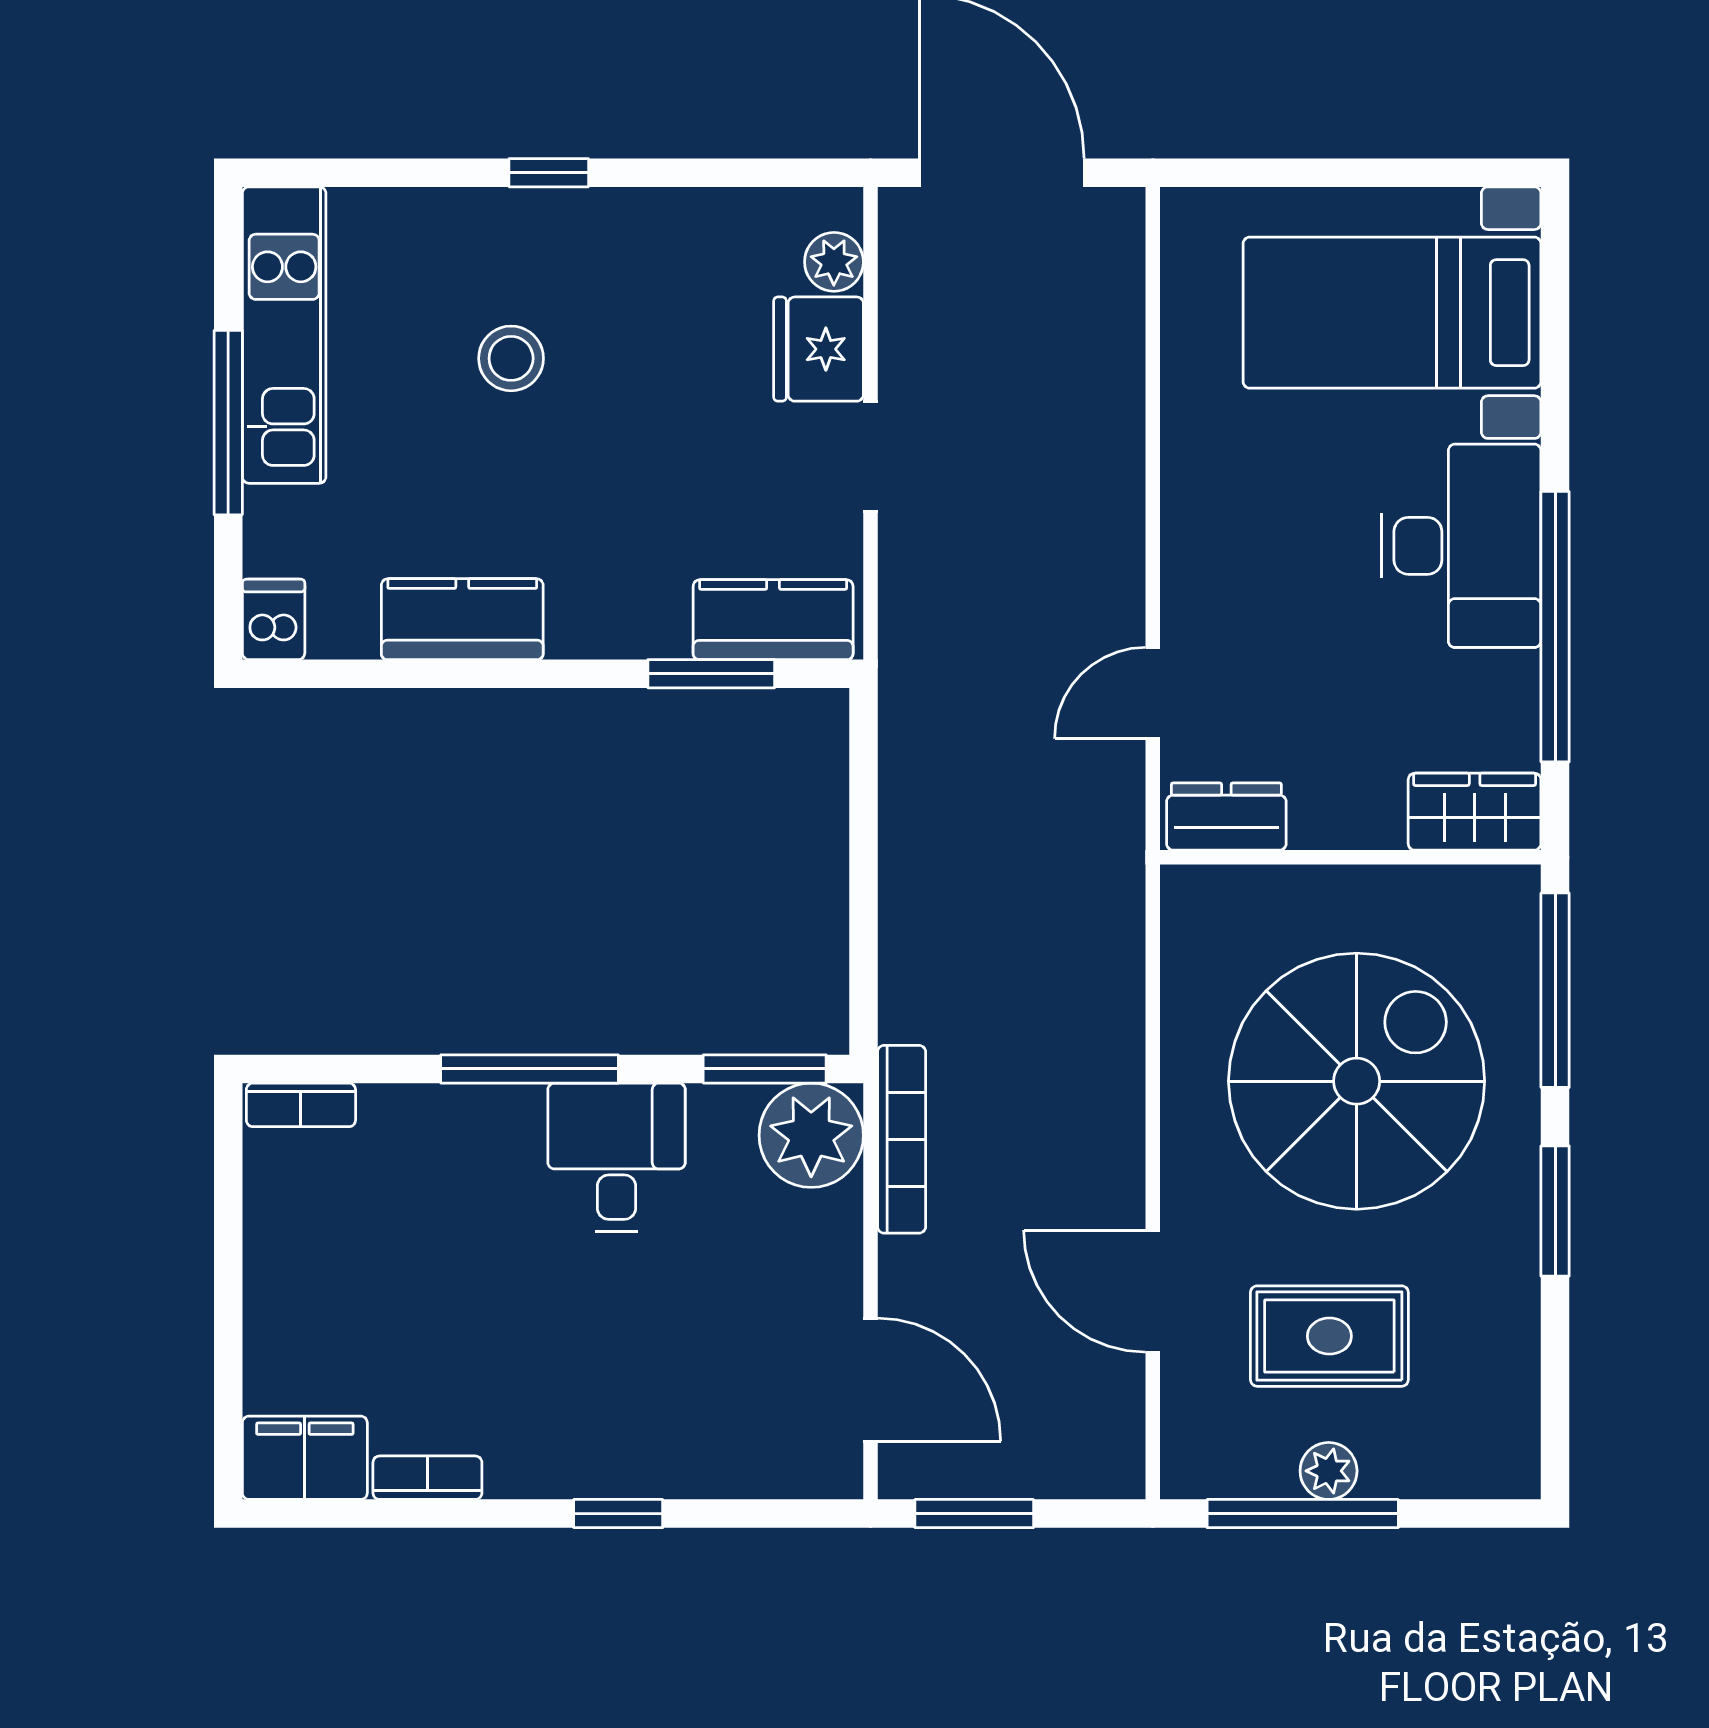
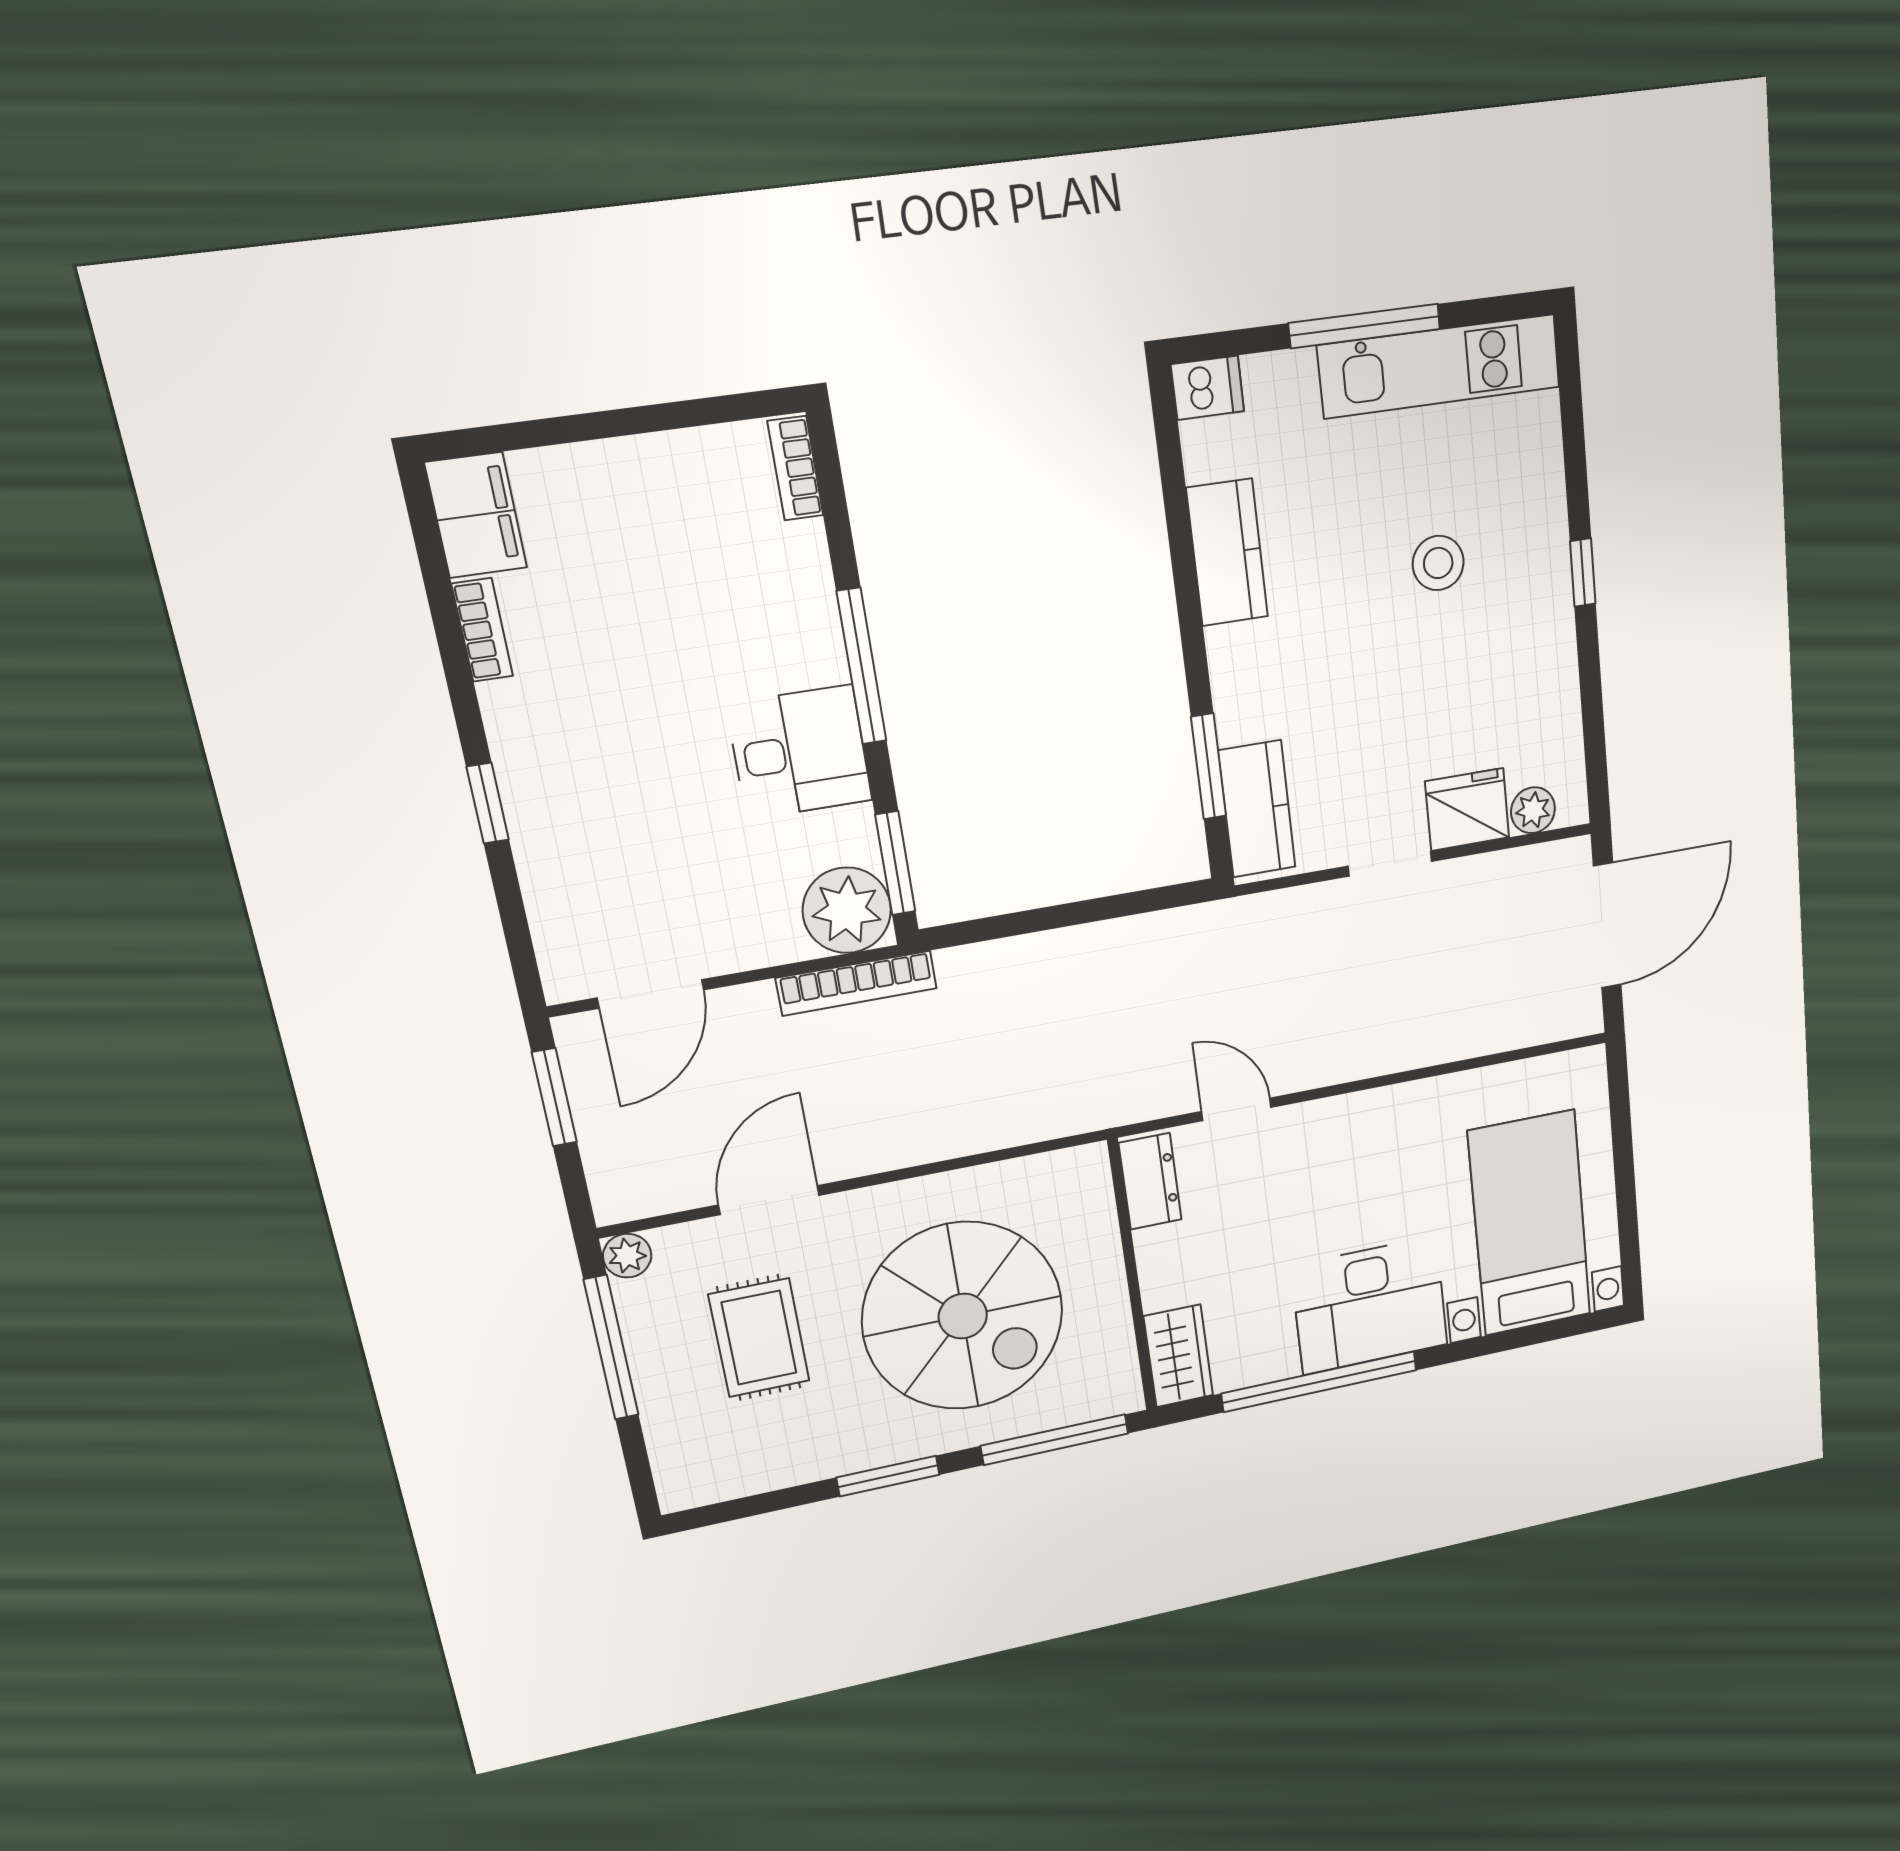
plant: (1329, 1471) -> (627, 1256), moved

